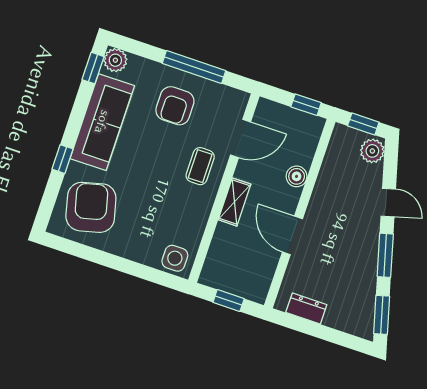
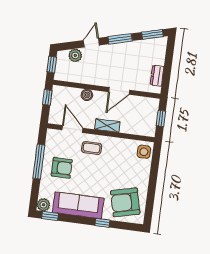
plant: (372, 151) -> (75, 55), moved

